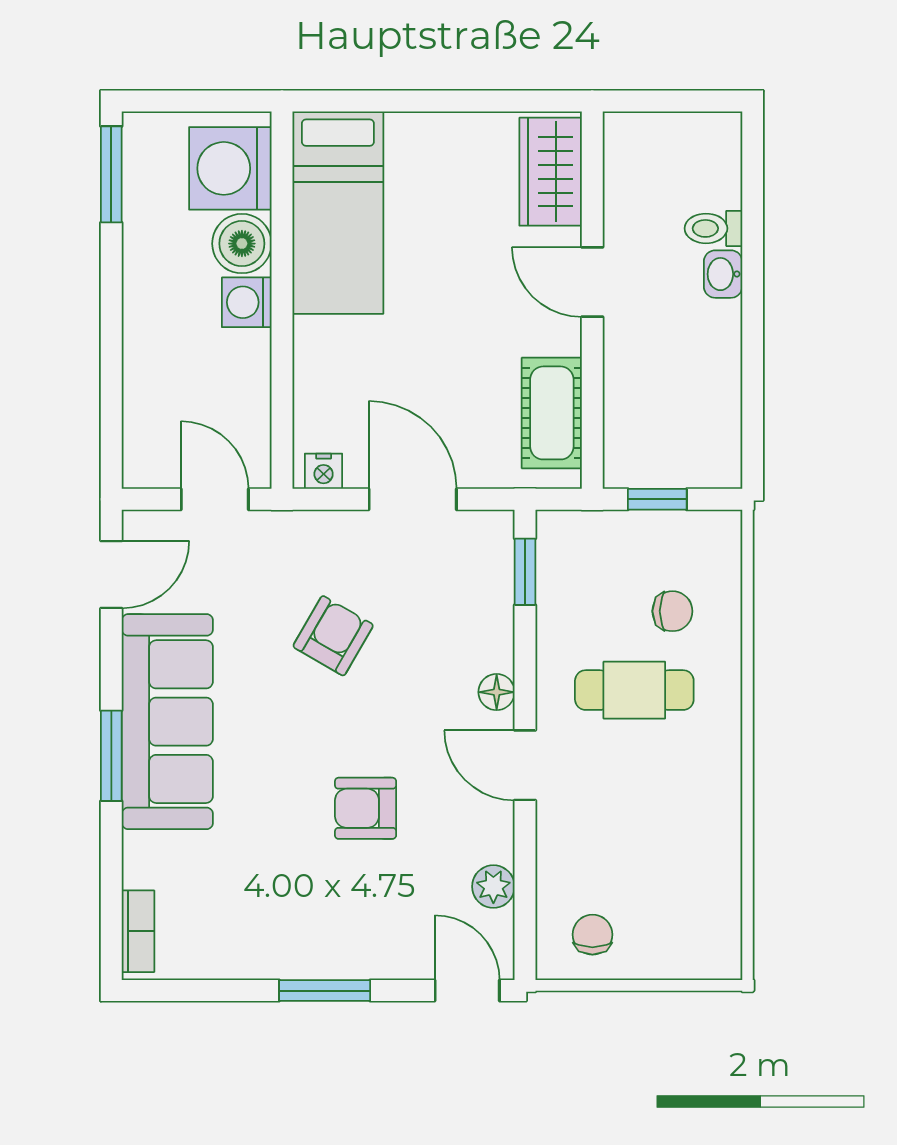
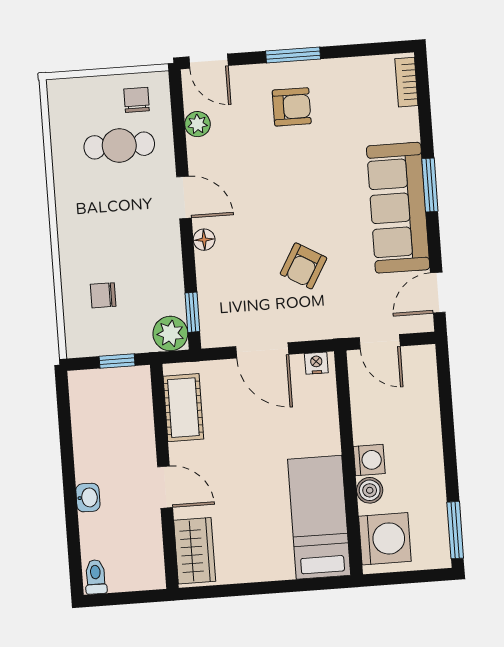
toilet: (713, 228) -> (96, 577), moved, turned -90
boiler: (242, 244) -> (370, 490), width x0.73, depth x0.73
plant: (565, 539) -> (170, 334), added
cafe table: (634, 690) -> (119, 146), moved
armchair: (366, 808) -> (292, 107), moved
chair: (592, 935) -> (137, 100), turned 180

